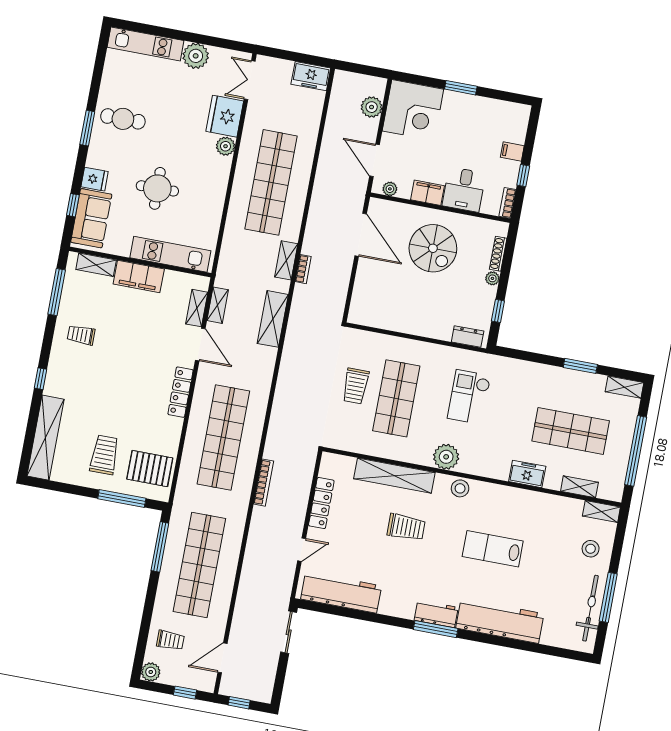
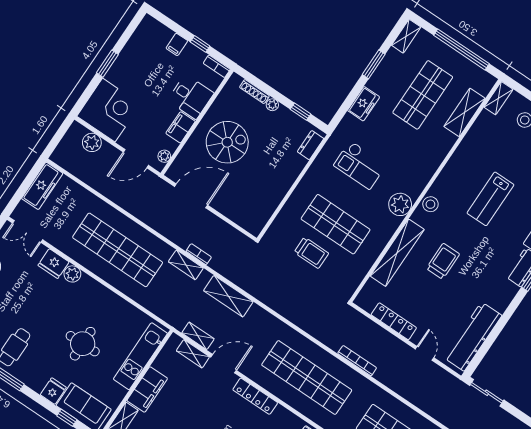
freezer: (311, 76) -> (42, 186), width x1.40
fridge: (225, 116) -> (53, 264), width x0.73, depth x0.75
freezer: (527, 474) -> (364, 104), moved, turned 180
shelving: (579, 487) -> (465, 112), width x1.50, depth x1.33

